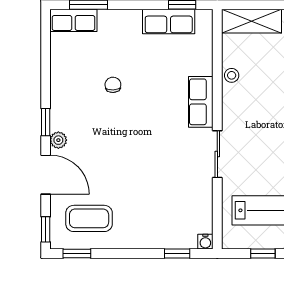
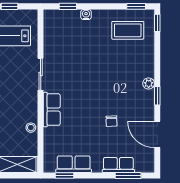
row of seats: (73, 20) -> (118, 165), moved
door: (46, 175) -> (157, 134), moved
water cooler: (205, 242) -> (86, 14), moved

